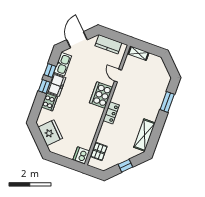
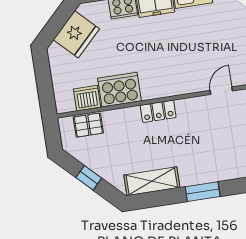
cooker: (101, 95) -> (120, 90), moved
window: (167, 102) -> (203, 192), moved
dishwasher: (81, 155) -> (87, 98), moved

